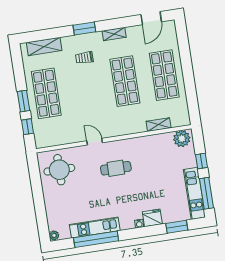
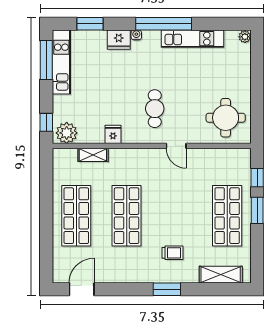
shelving: (114, 34) -> (131, 277), removed
fridge: (145, 143) -> (113, 134), added
window: (202, 161) -> (46, 122), moved
cafe table: (116, 168) -> (155, 109), turned 90
window: (96, 239) -> (164, 24), moved

